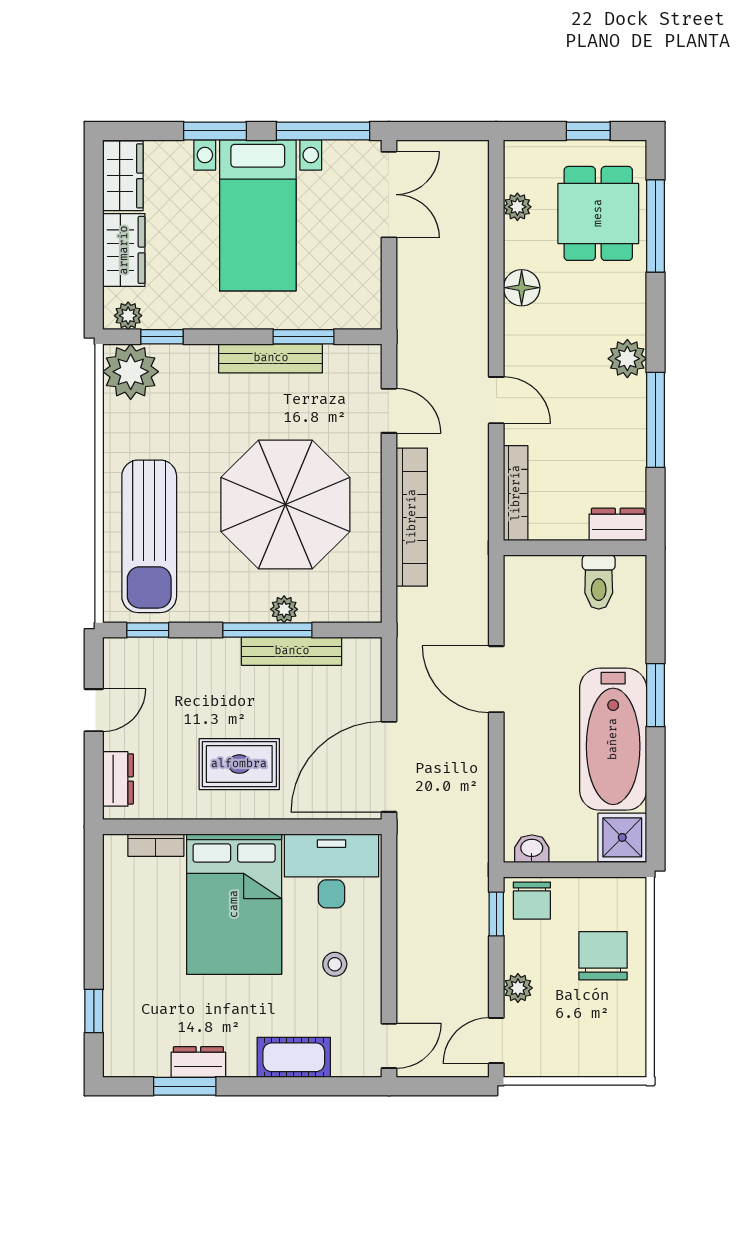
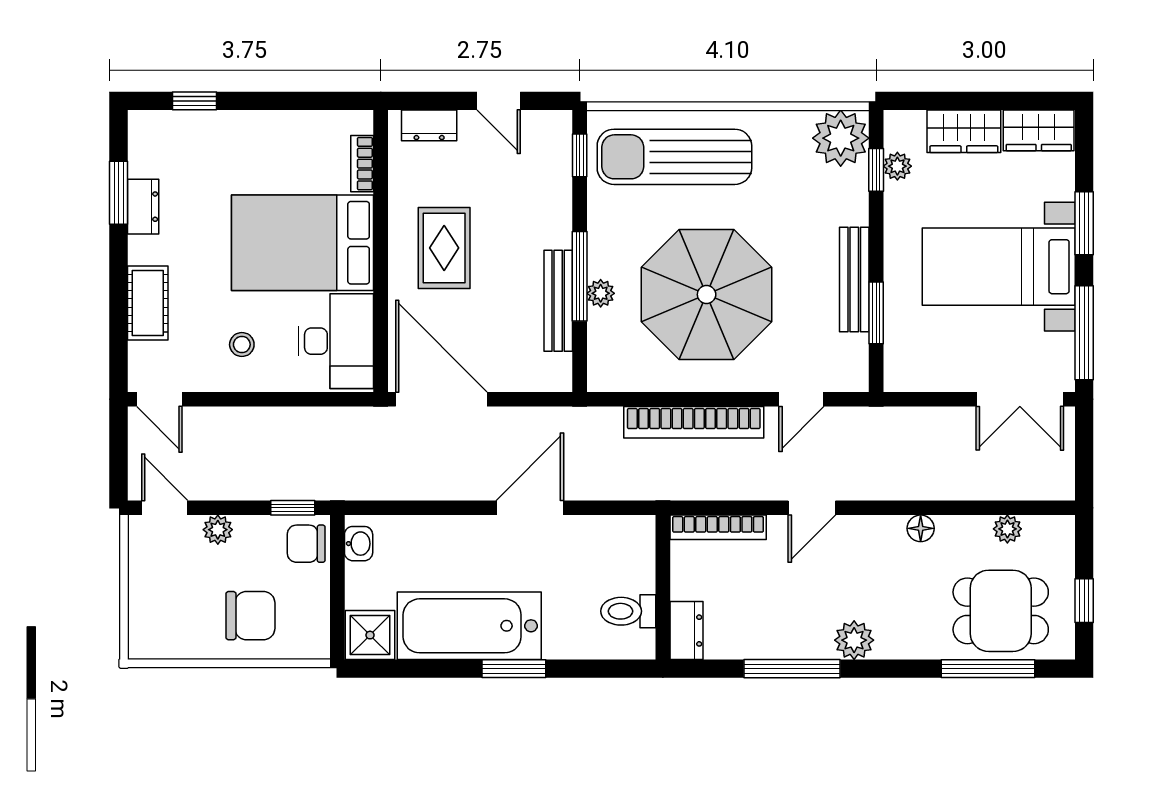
floor lamp: (522, 288) -> (921, 528), width x0.73, depth x0.73
plant: (128, 316) -> (897, 166), moved

